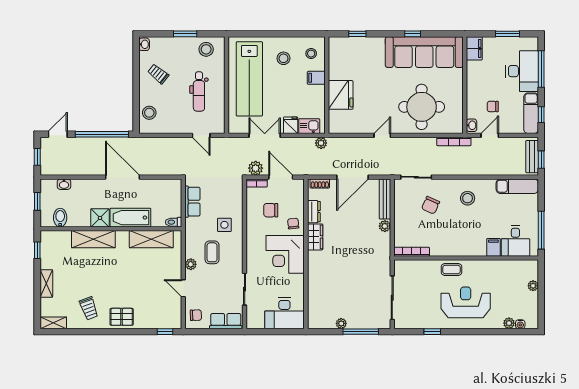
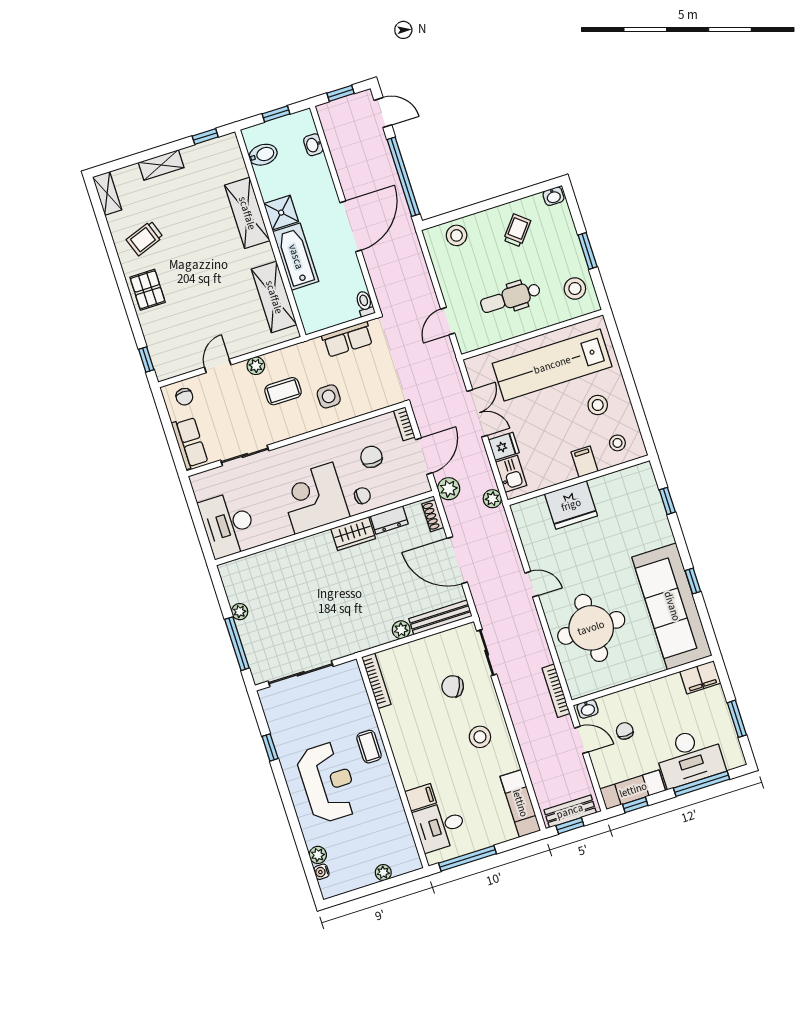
plant: (256, 168) -> (449, 489), moved
toilet: (174, 222) -> (365, 304), moved

